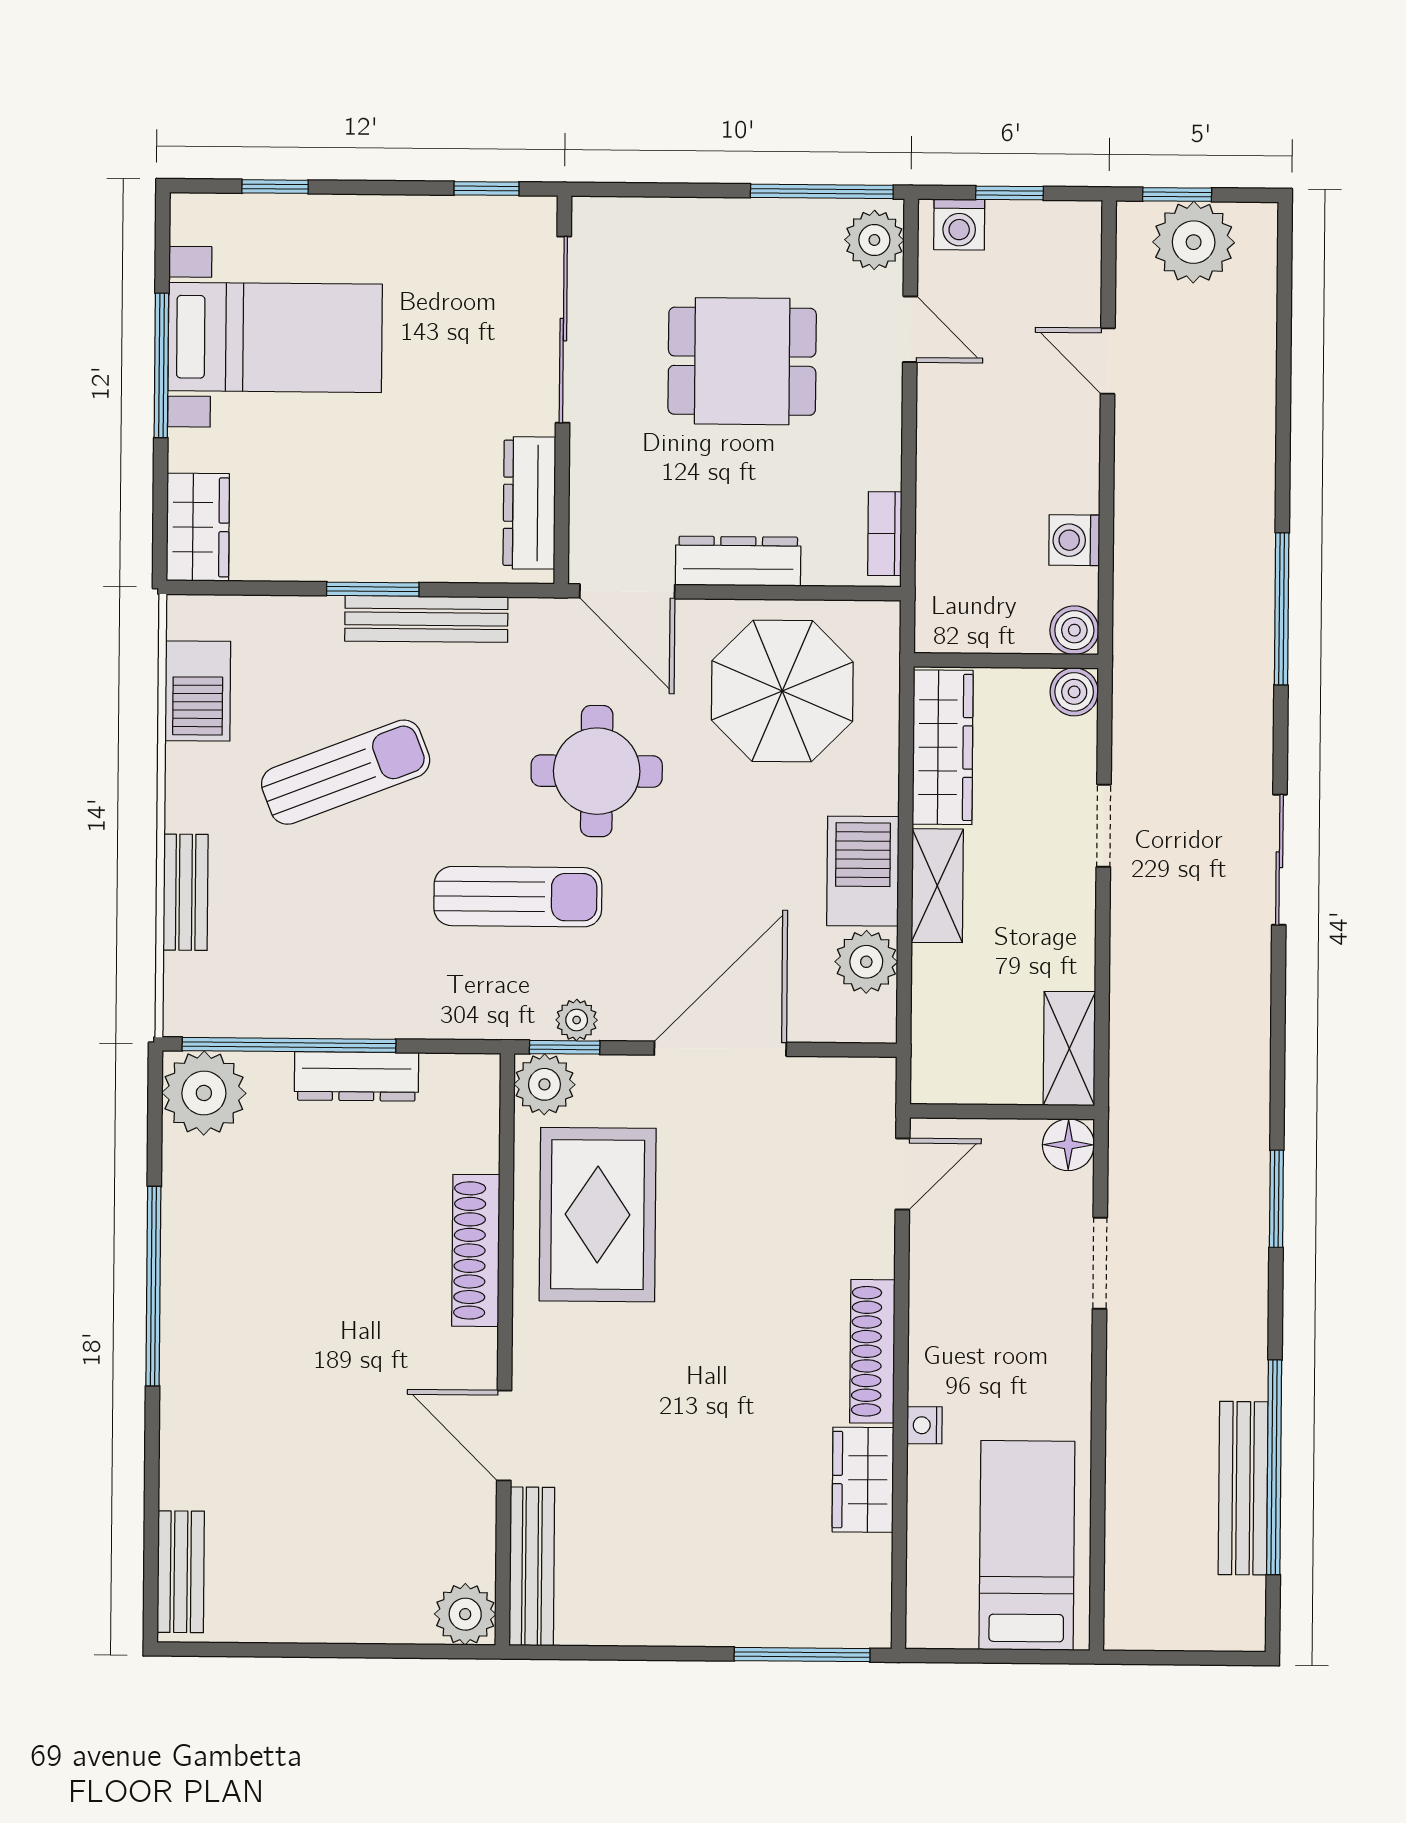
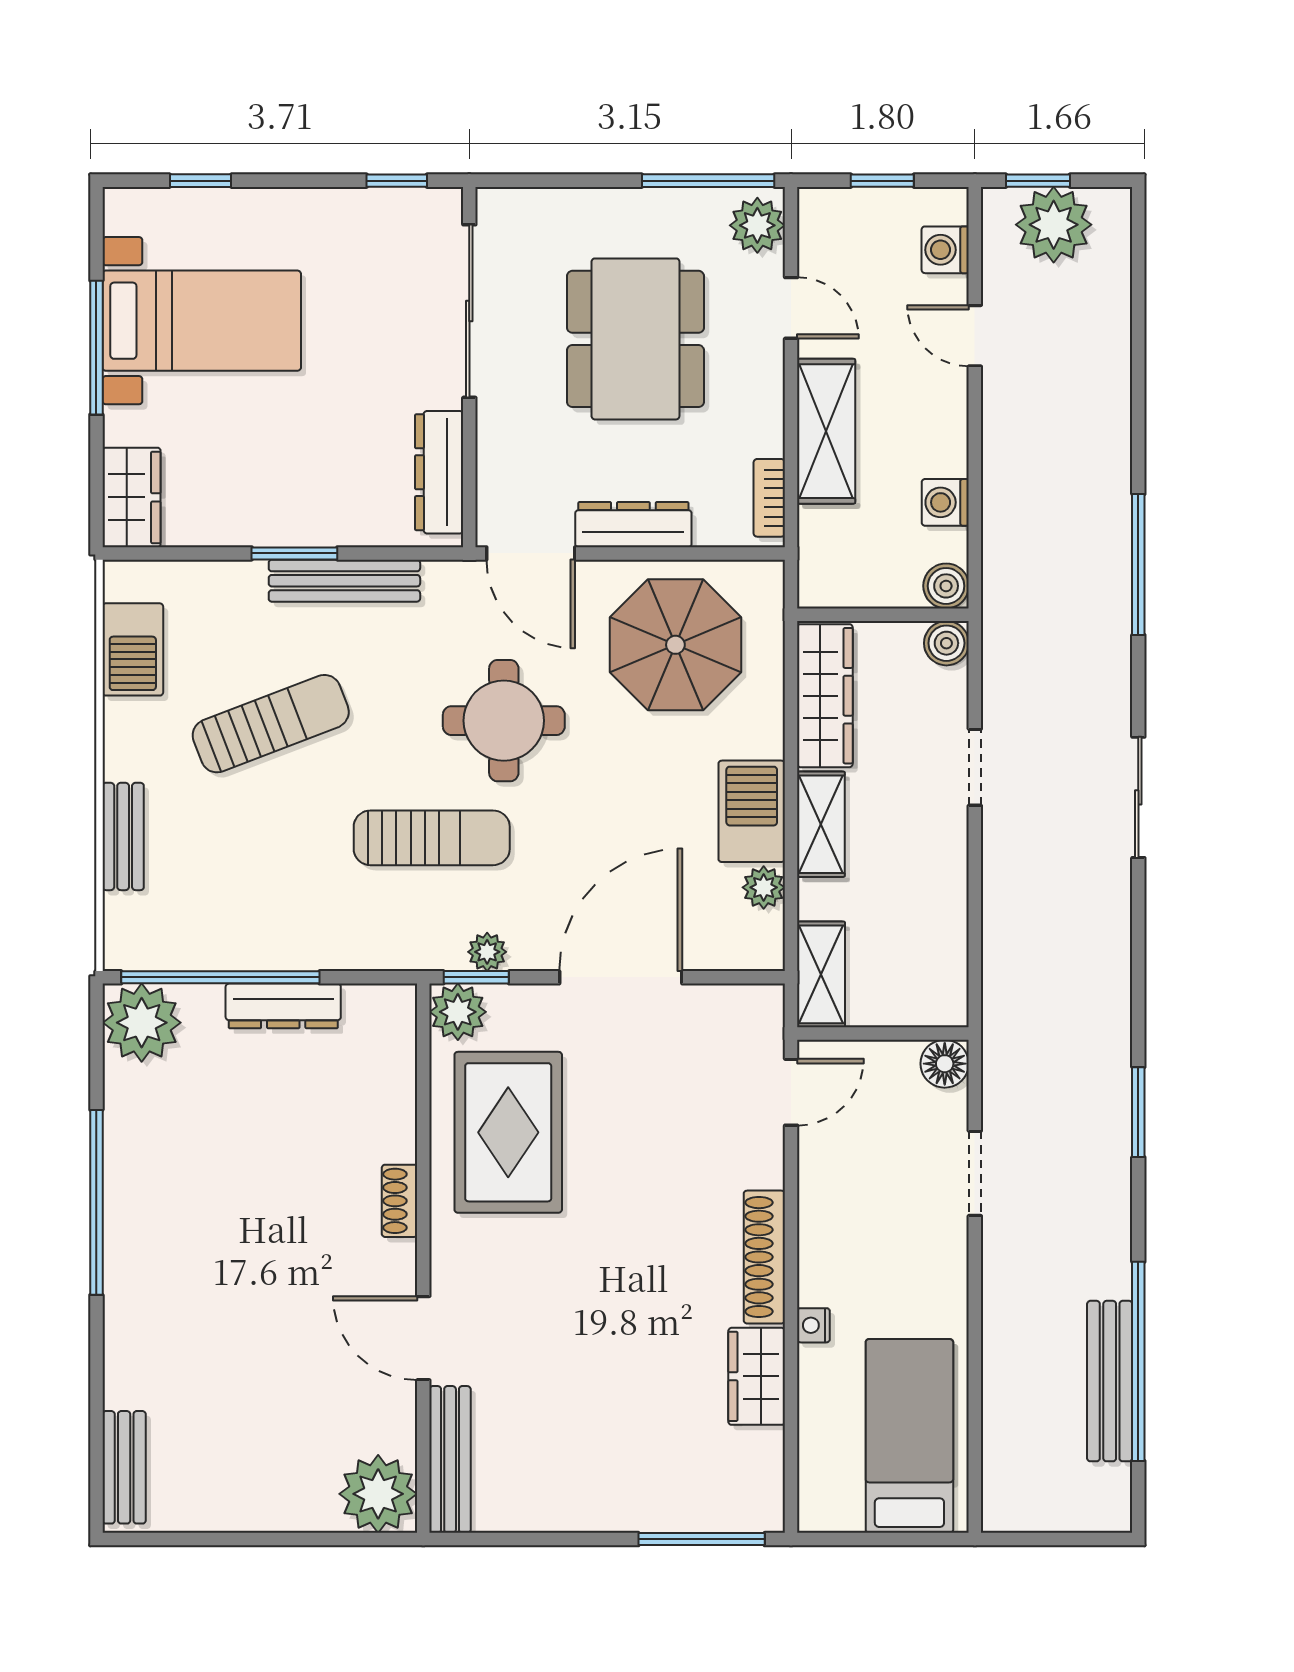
washing machine: (959, 225) -> (945, 250), moved, turned 90
dining table: (742, 361) -> (635, 339), width x1.38
shelving: (947, 462) -> (826, 431), added
plant: (866, 962) -> (764, 887), width x0.73, depth x0.73
shelving: (1069, 1049) -> (821, 974), moved
shoe rack: (476, 1250) -> (400, 1201), width x0.51, depth x0.81
plant: (465, 1614) -> (378, 1494), width x1.36, depth x1.36

